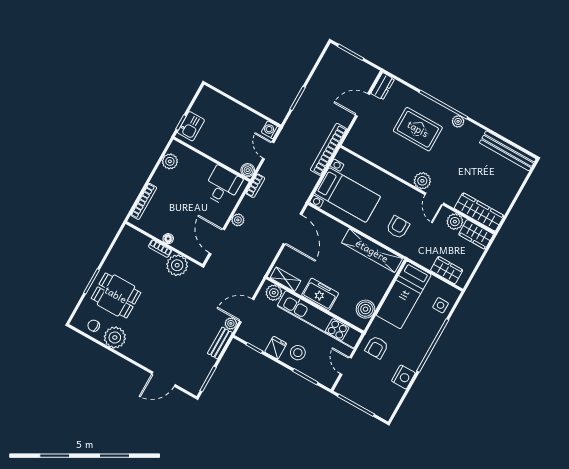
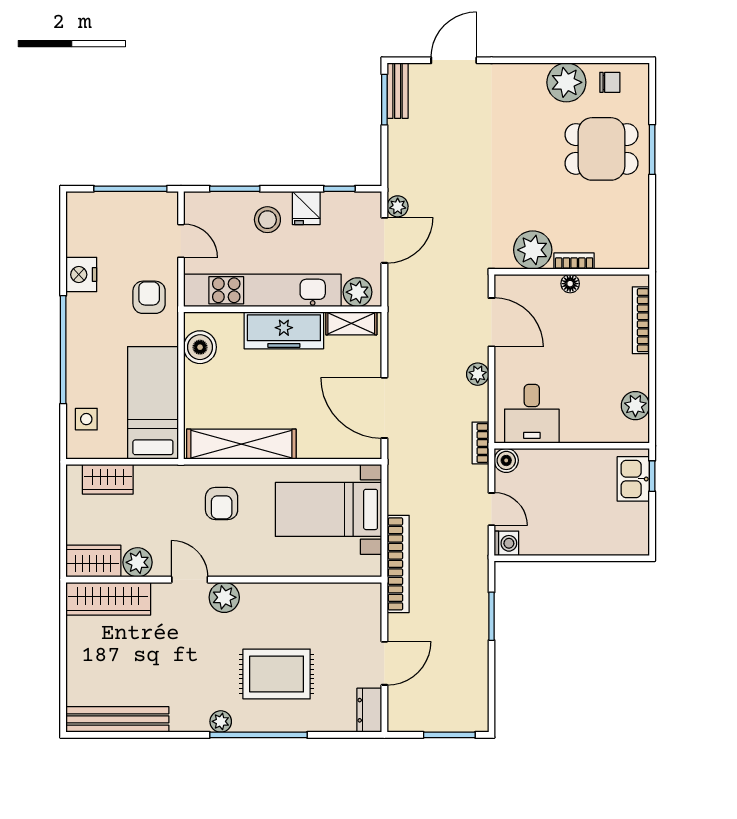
freezer: (320, 294) -> (284, 330), width x1.40
bench: (220, 343) -> (398, 91), moved

